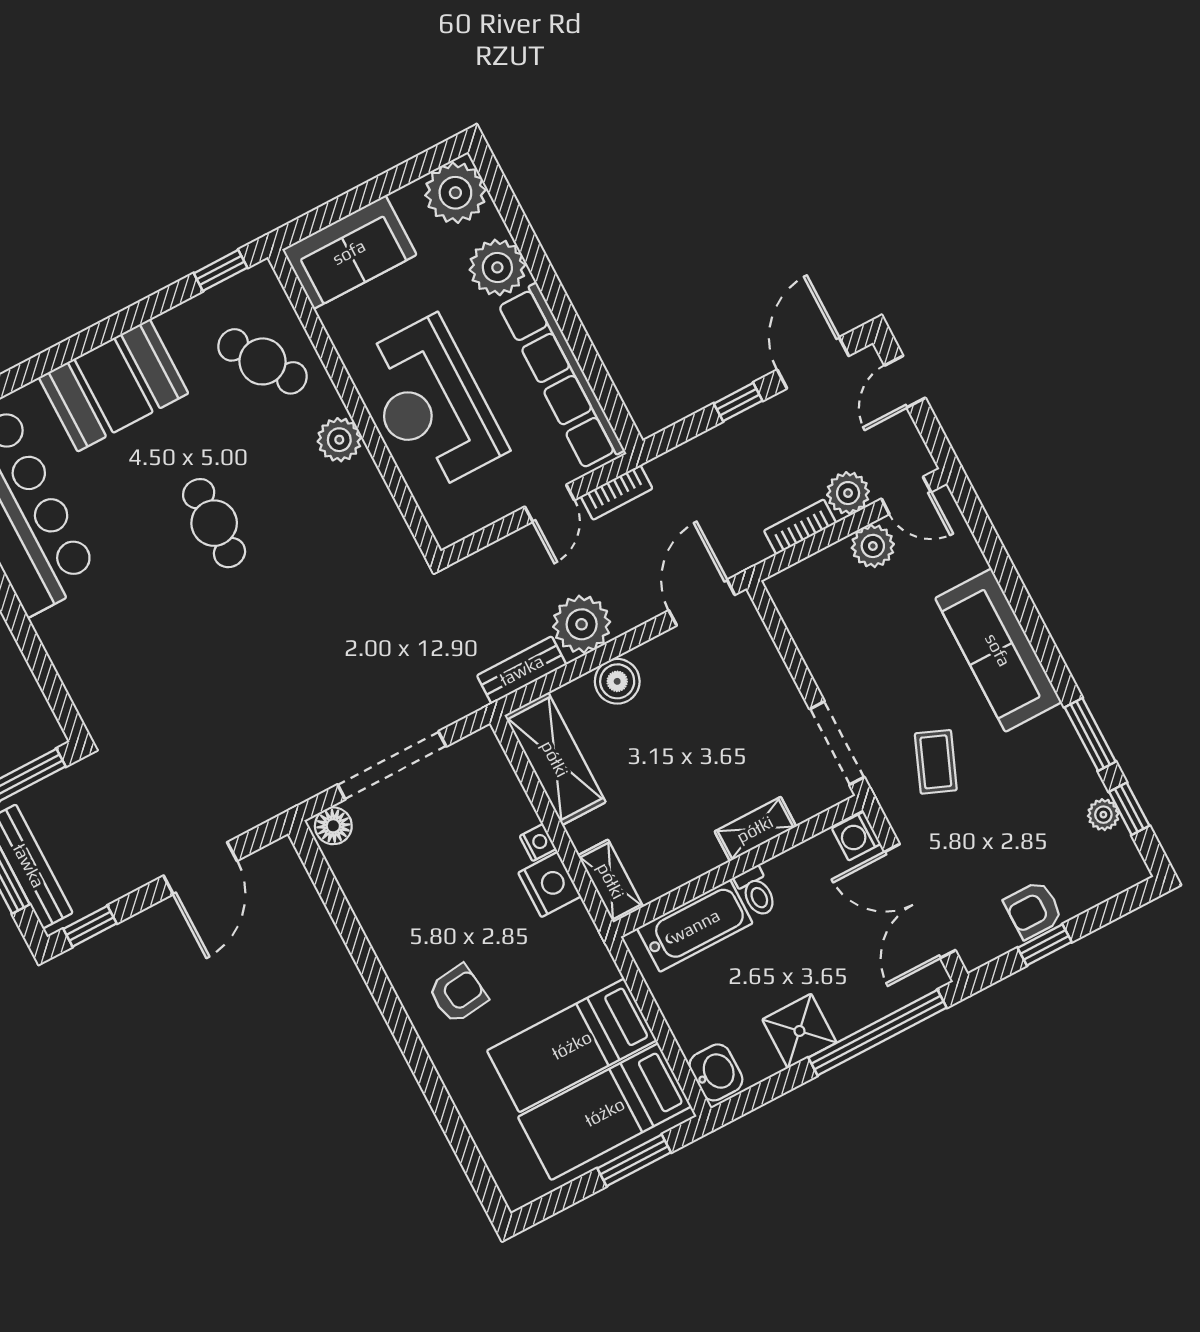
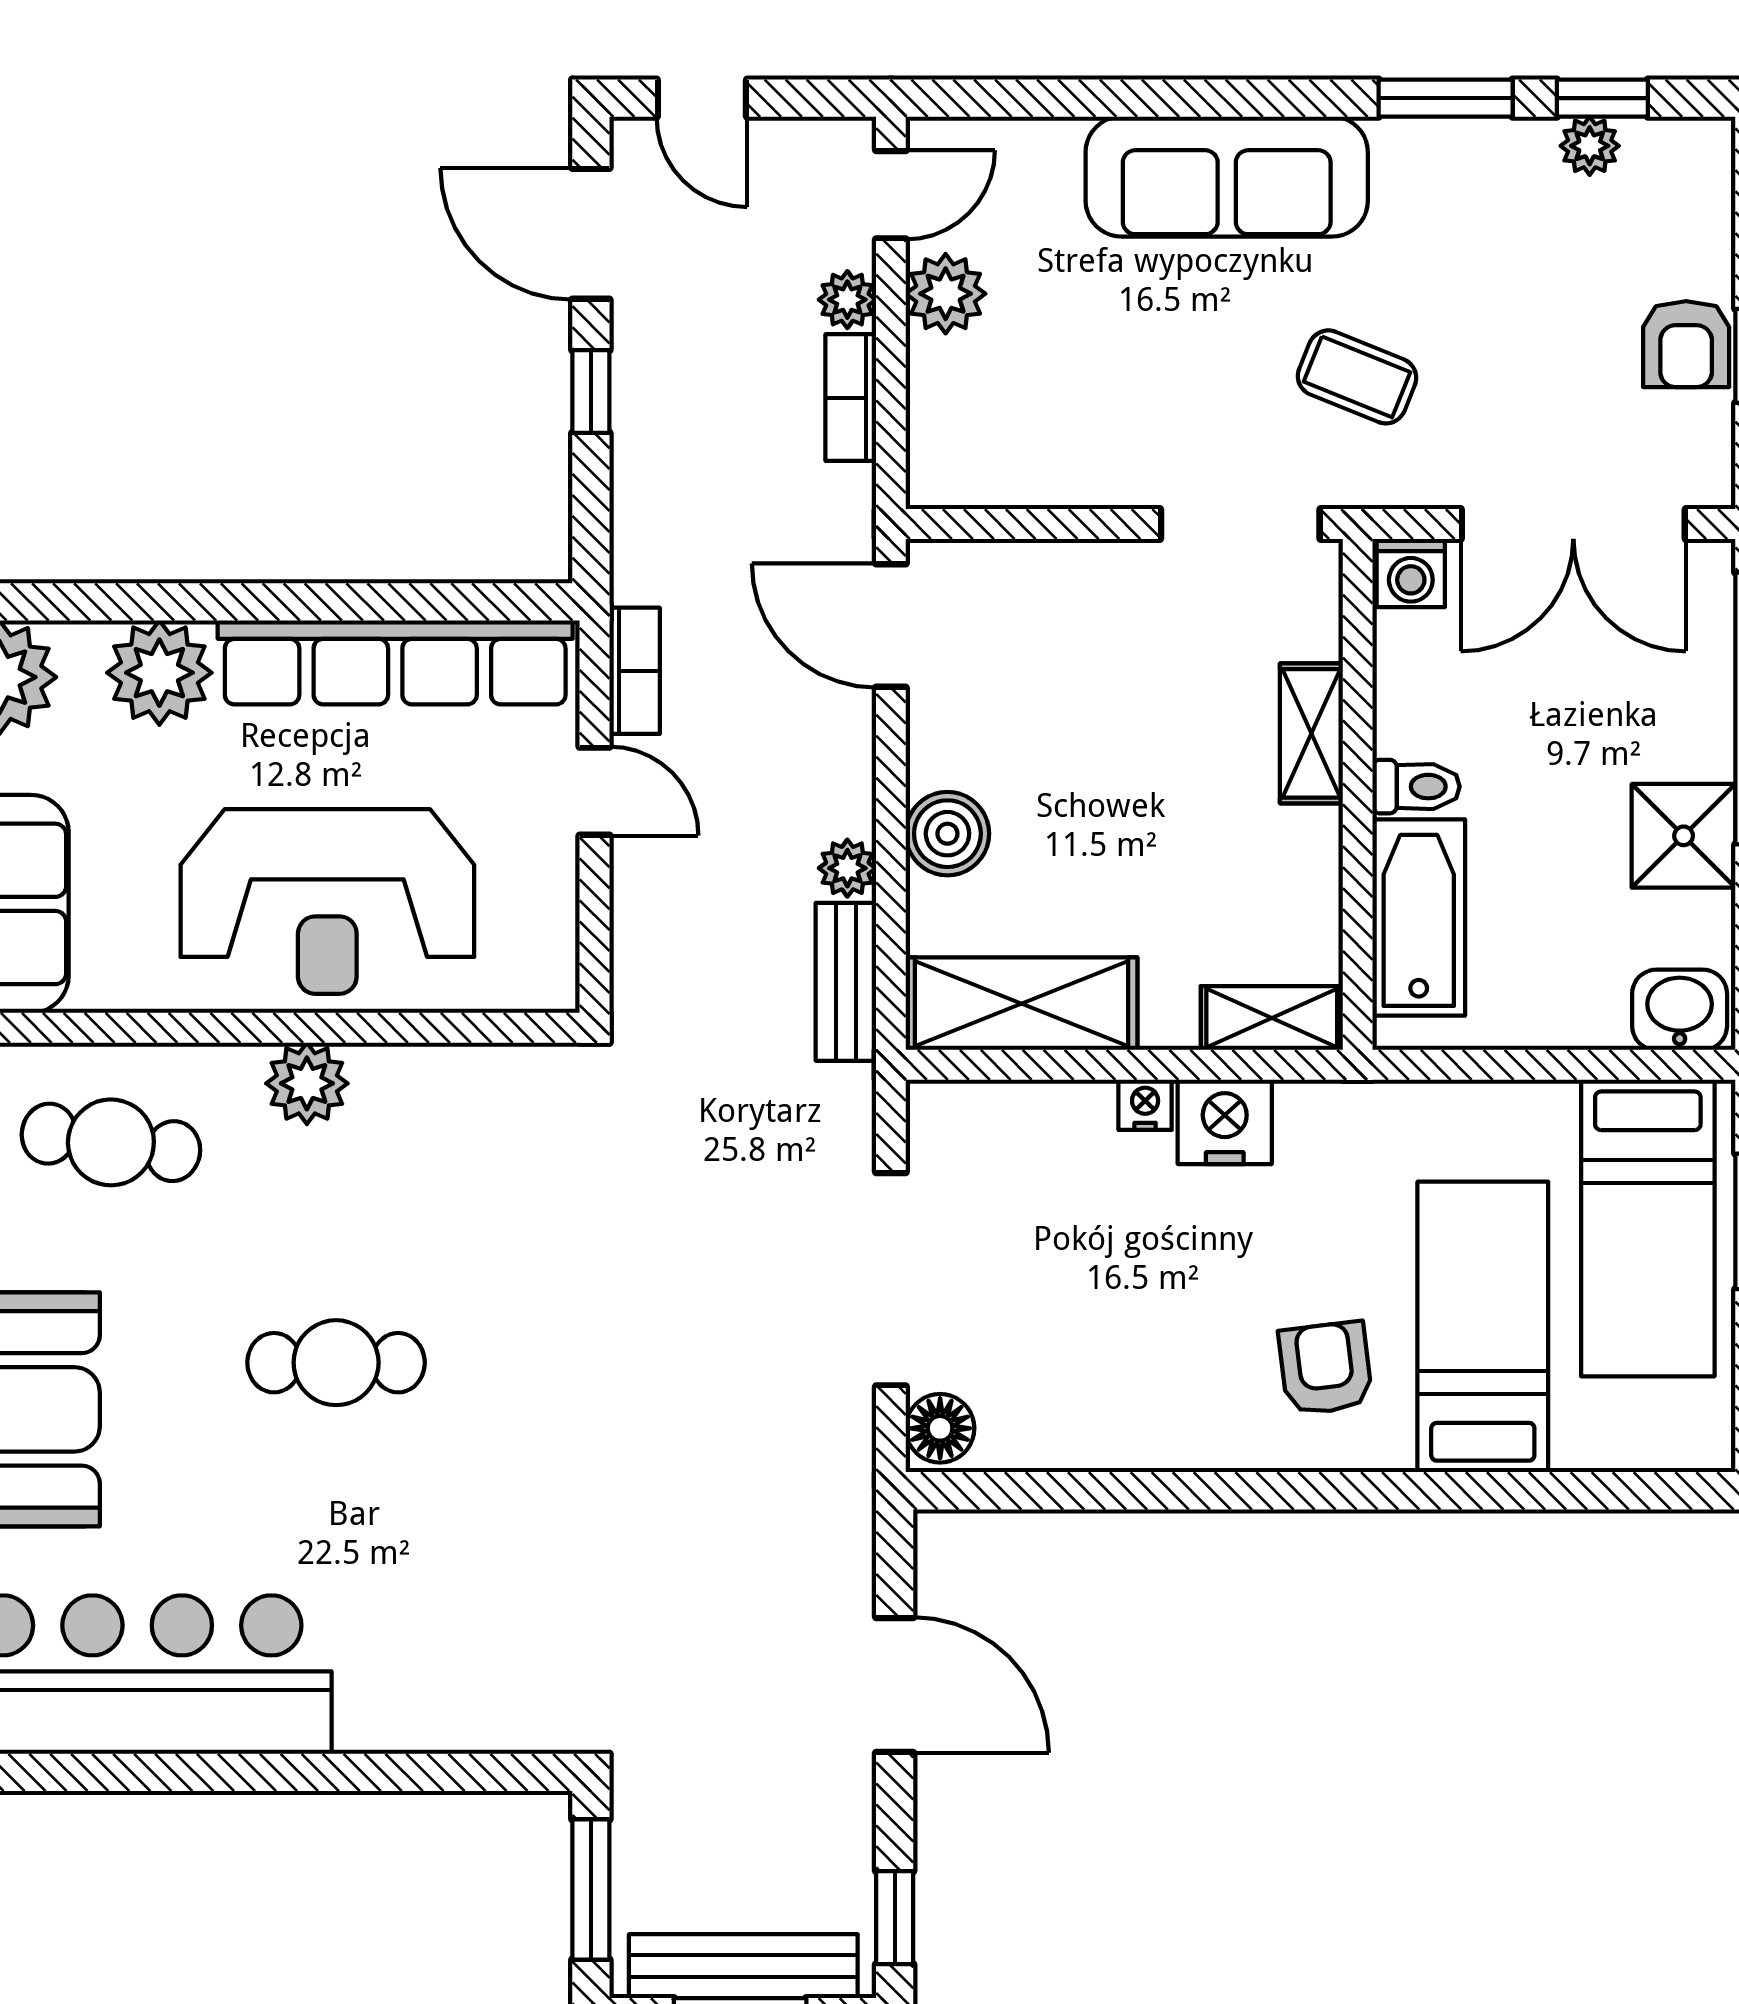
cafe table: (262, 361) -> (111, 1142), turned 41
plant: (848, 493) -> (847, 300), width x0.73, depth x0.73
plant: (582, 624) -> (847, 868), width x0.53, depth x0.53
bed: (572, 1045) -> (1483, 1327), moved, turned 180

